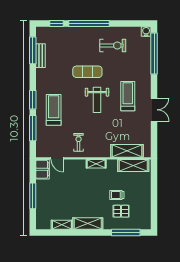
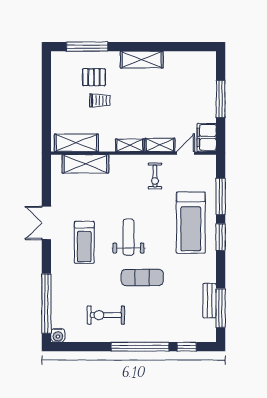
treadmill: (54, 110) -> (191, 223), width x1.37, depth x1.38
door: (57, 158) -> (186, 153), hinge flipped
shelving: (62, 225) -> (160, 145), moved

